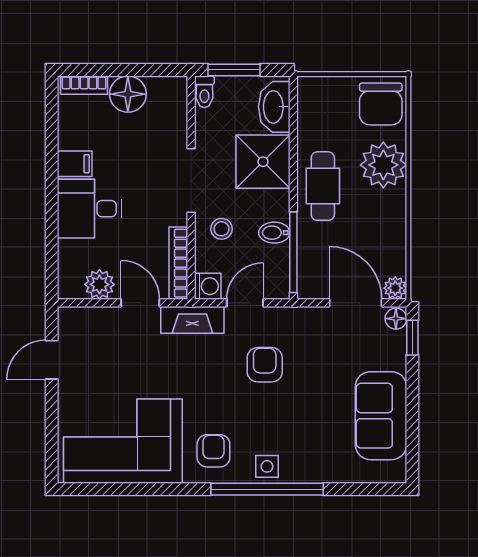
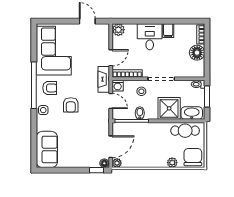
chair: (381, 104) -> (193, 157), turned 90
plant: (383, 165) -> (172, 163), width x0.53, depth x0.53
cafe table: (323, 186) -> (185, 131), moved
plant: (99, 284) -> (118, 30), moved
armchair: (265, 365) -> (71, 105), moved, turned 90
sofa: (381, 416) -> (47, 149), moved, turned 90
window: (267, 489) -> (34, 85), moved

